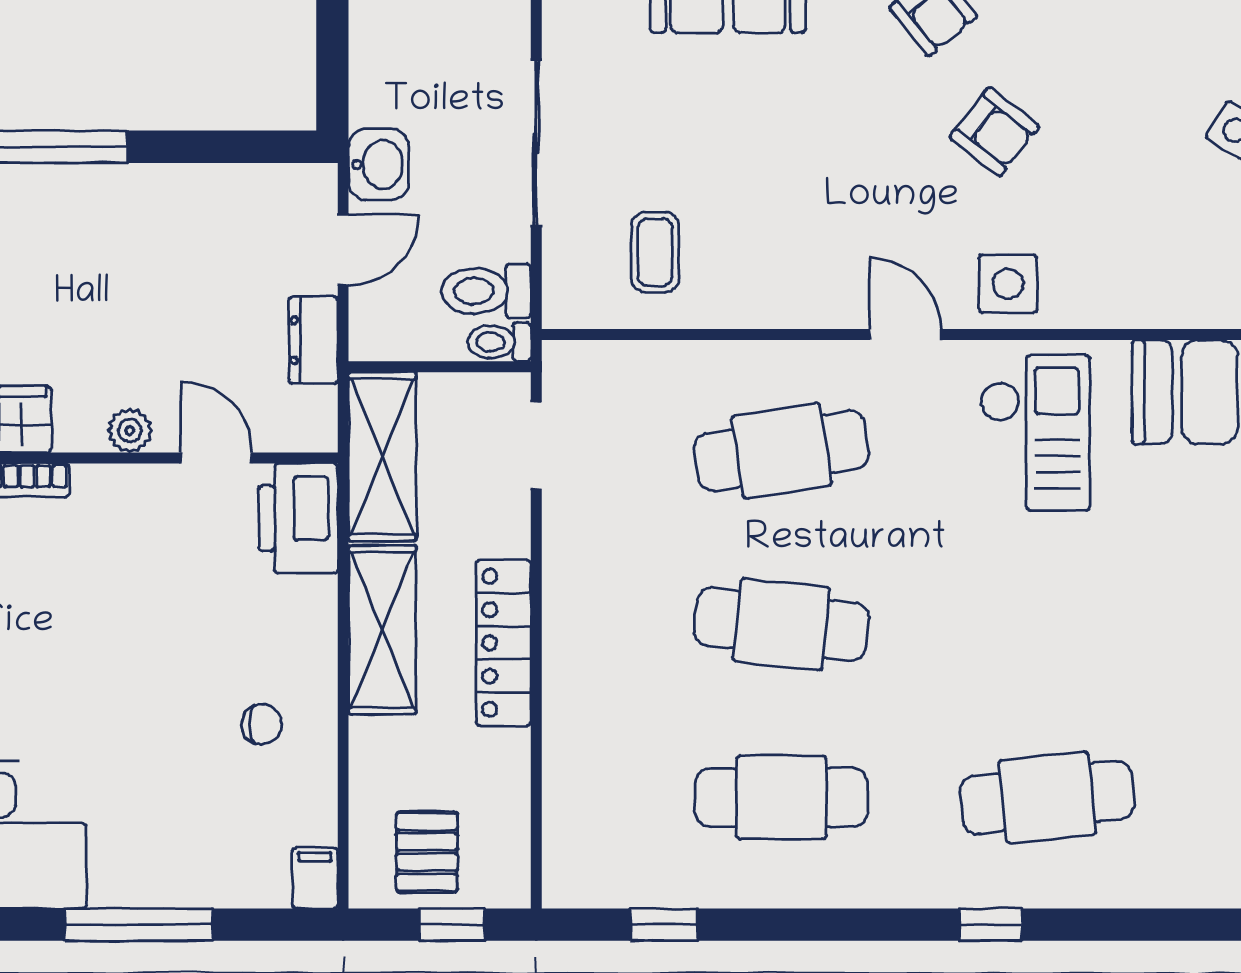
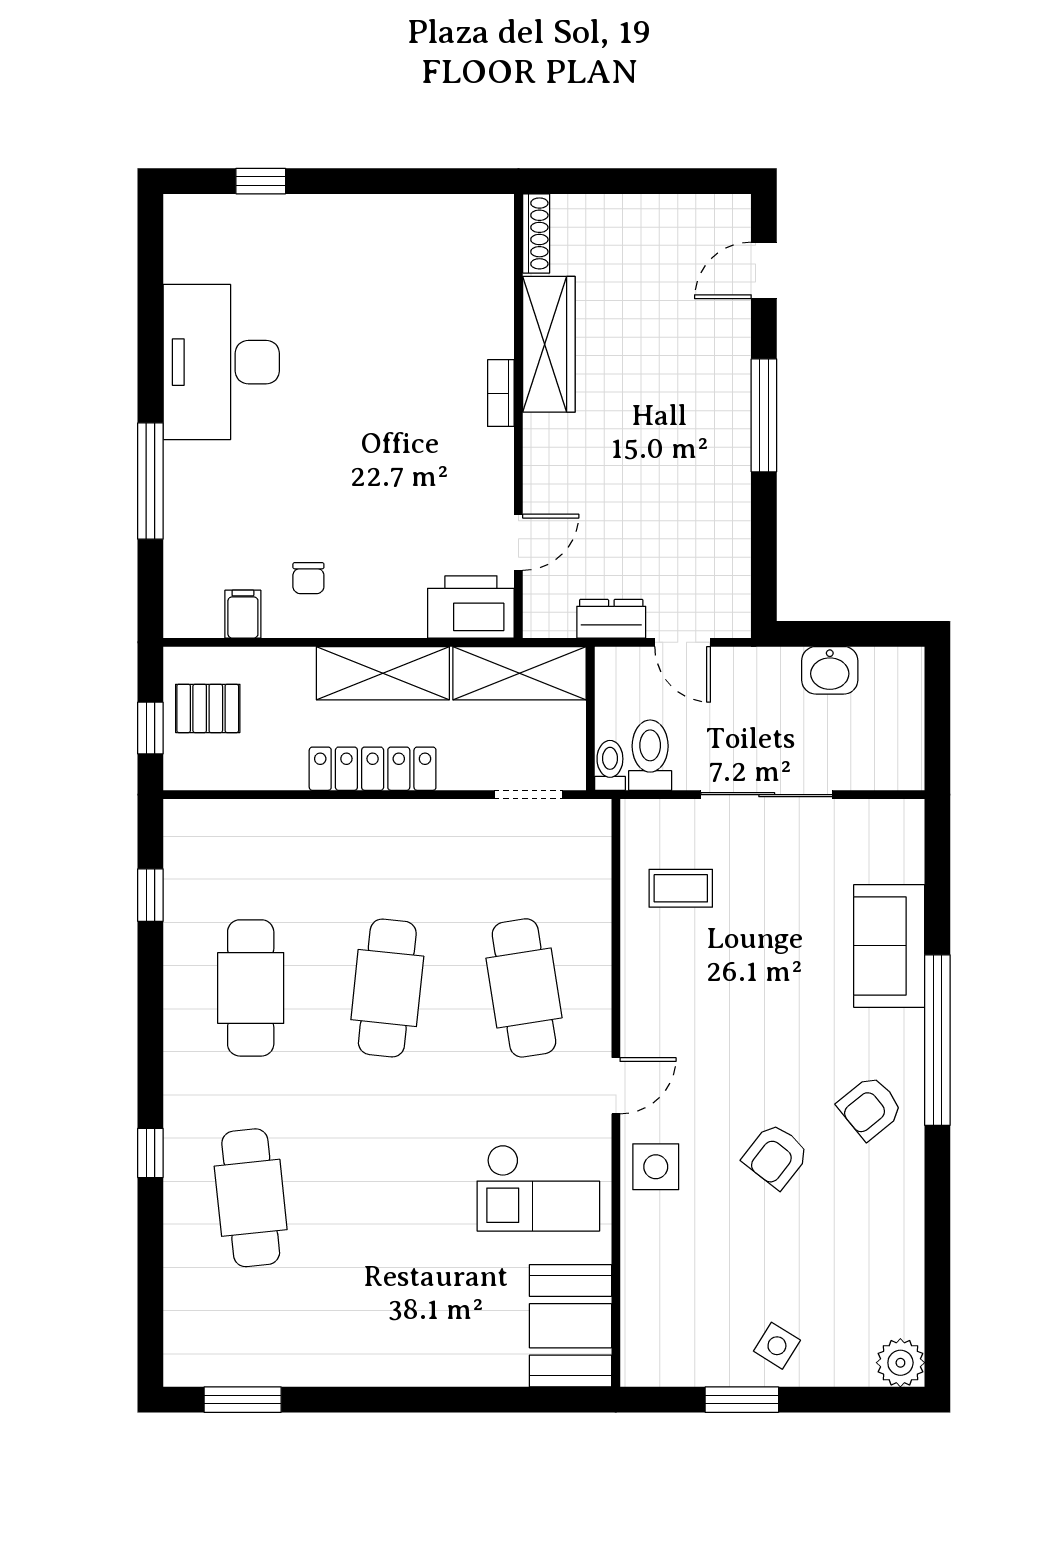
washbasin: (379, 165) -> (830, 670), moved
plant: (130, 431) -> (540, 474), removed
filing cabinet: (315, 878) -> (243, 614), moved, turned -90

